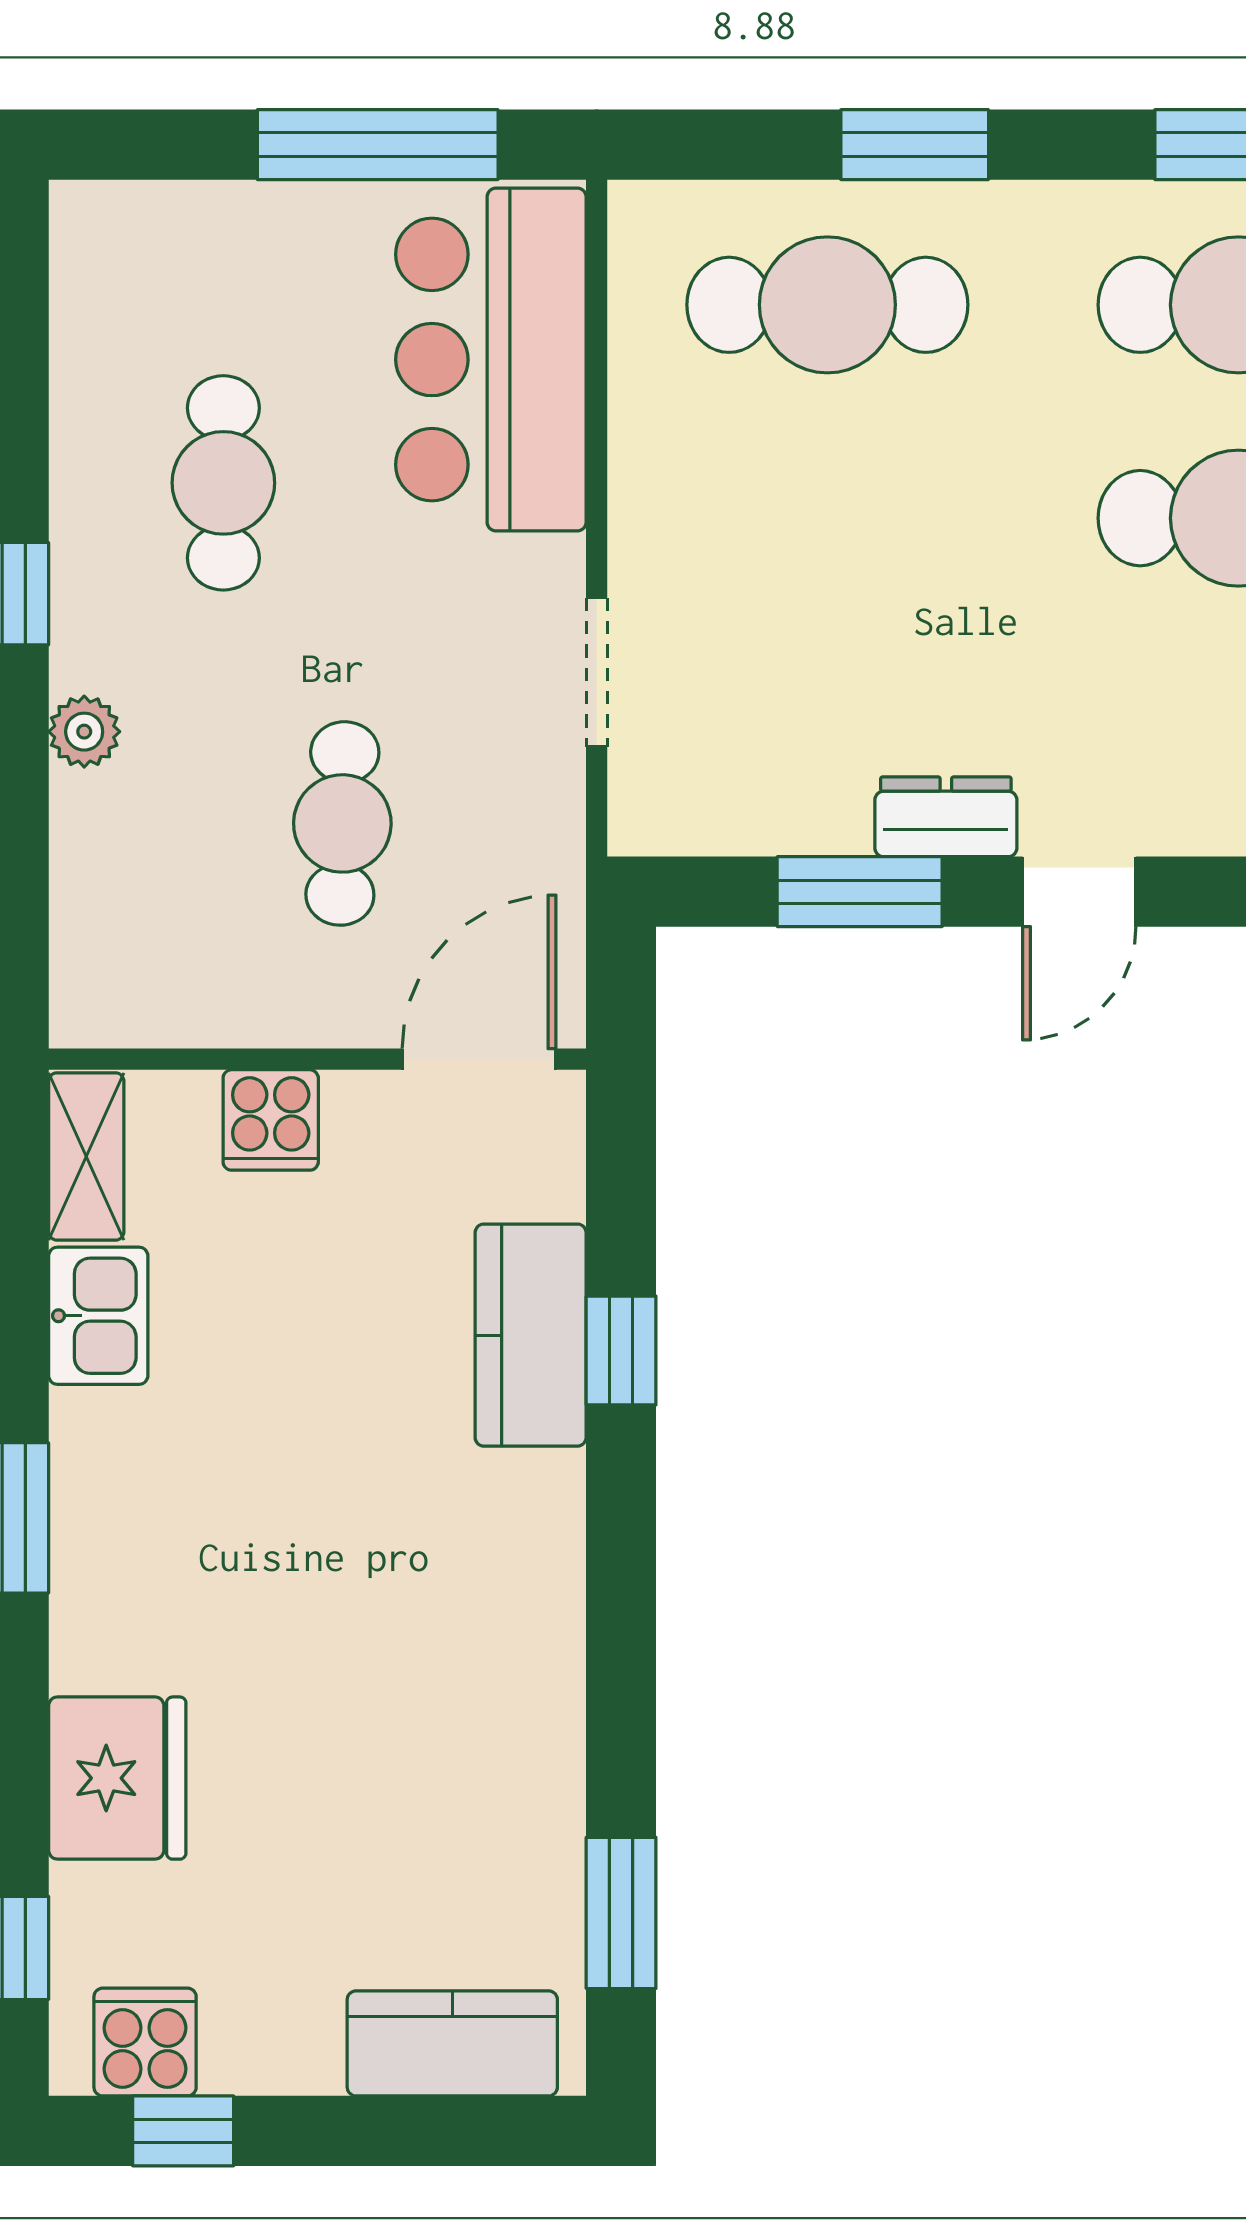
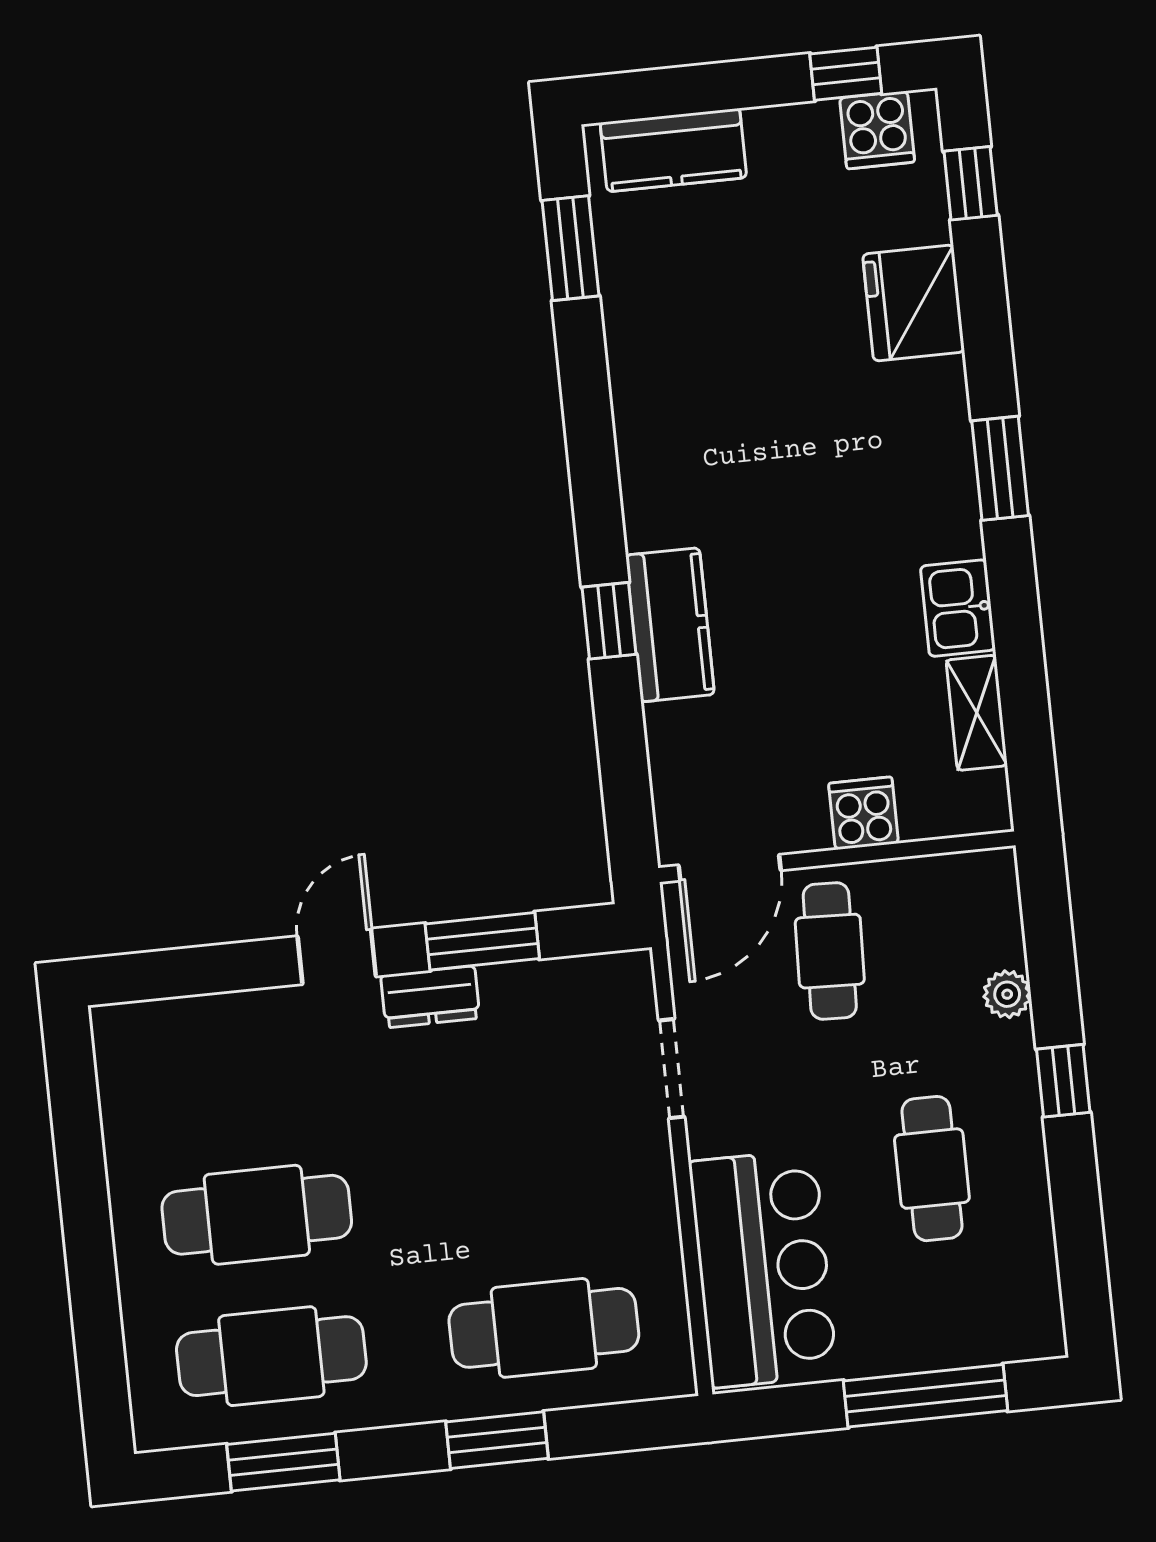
window: (378, 145) -> (925, 1396), moved
wall: (317, 1059) -> (837, 857), moved
door: (479, 1059) -> (730, 868), moved
cooker: (271, 1120) -> (864, 813), moved

